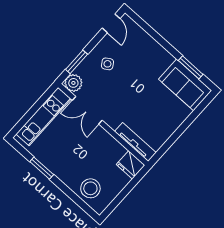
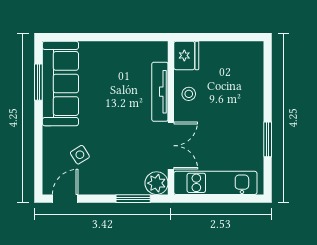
side table: (107, 64) -> (80, 155), moved
sofa: (185, 85) -> (60, 83), width x1.36
tv unit: (135, 142) -> (160, 92), moved
stool: (90, 188) -> (189, 94), moved, width x0.53, depth x0.53

